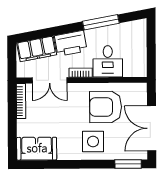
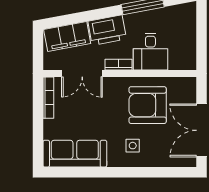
side table: (93, 141) -> (133, 146), width x0.54, depth x0.54
sofa: (37, 149) -> (75, 154), width x1.36
window: (128, 164) -> (174, 172), removed

